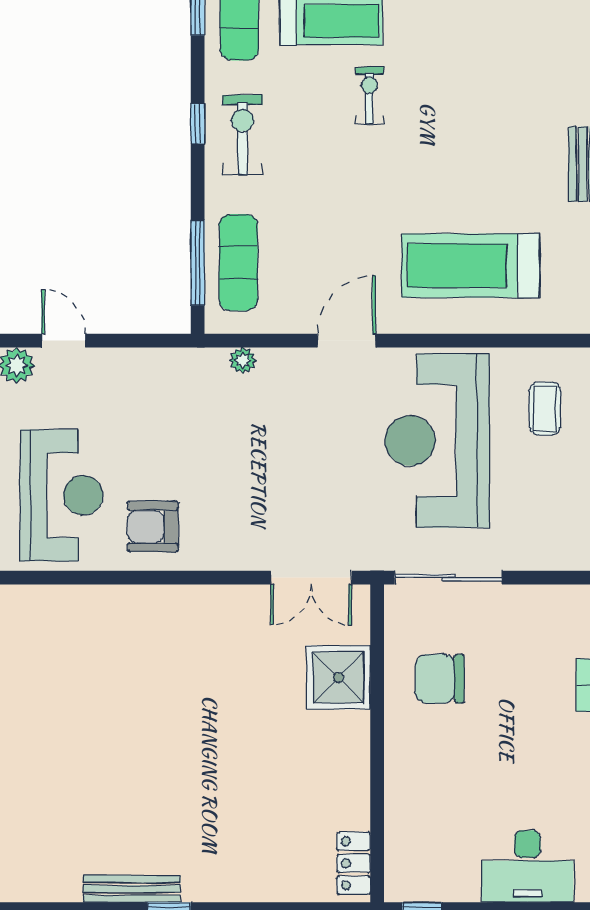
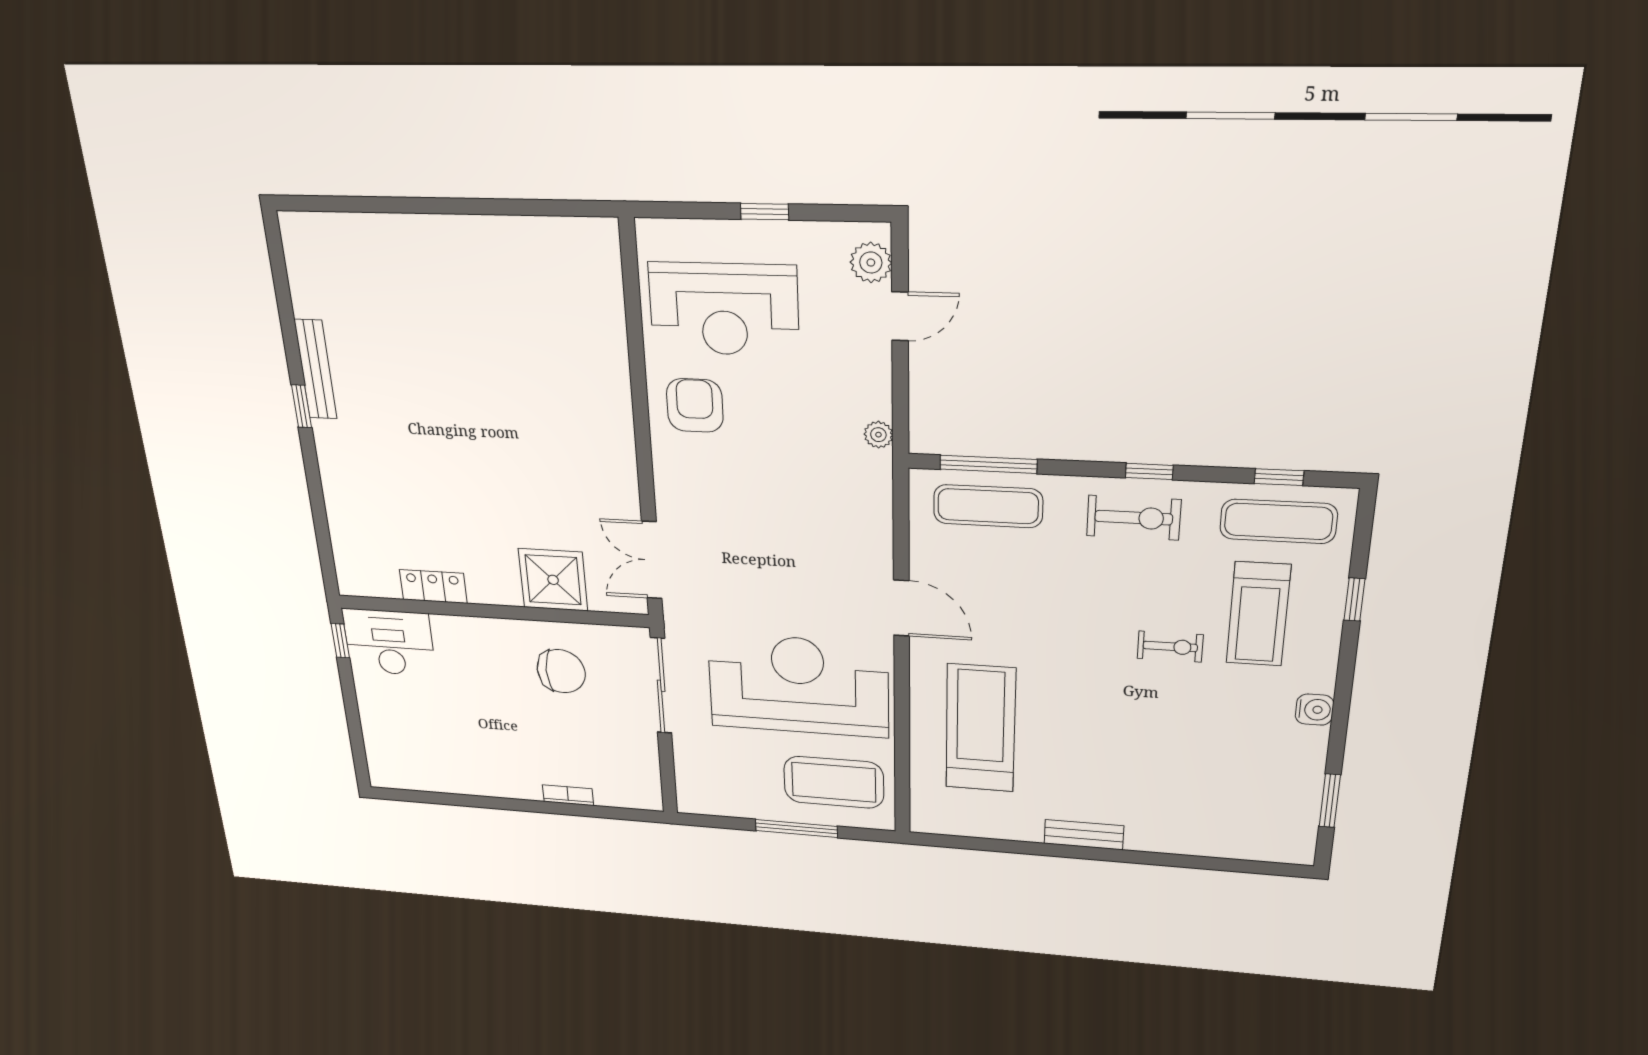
plant: (243, 360) -> (878, 435), moved
coffee table: (545, 408) -> (834, 782), width x1.86, depth x1.72
chair: (440, 679) -> (561, 671), turned 90
locker: (354, 863) -> (433, 587), moved
desk: (528, 866) -> (389, 642), moved, turned 90

